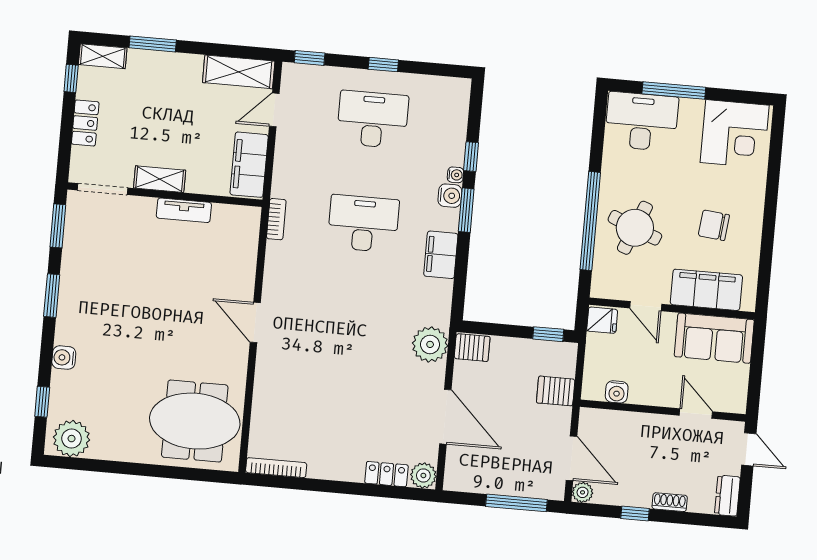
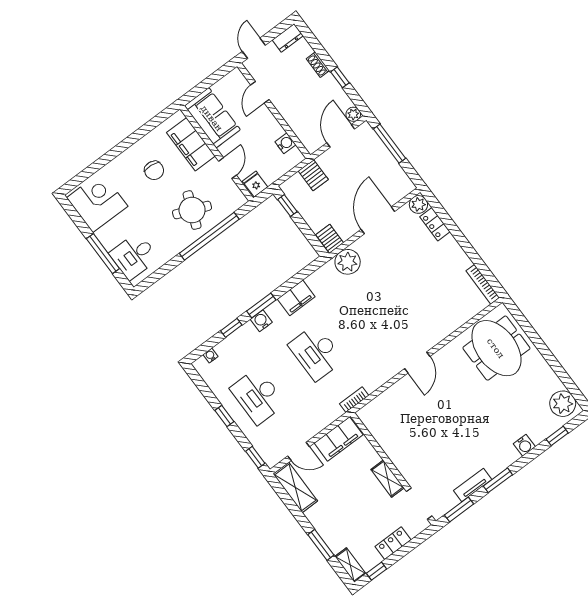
desk: (642, 121) -> (134, 256), width x0.73
water cooler: (455, 175) -> (210, 356), moved
tv unit: (184, 210) -> (473, 485), moved, turned -90

